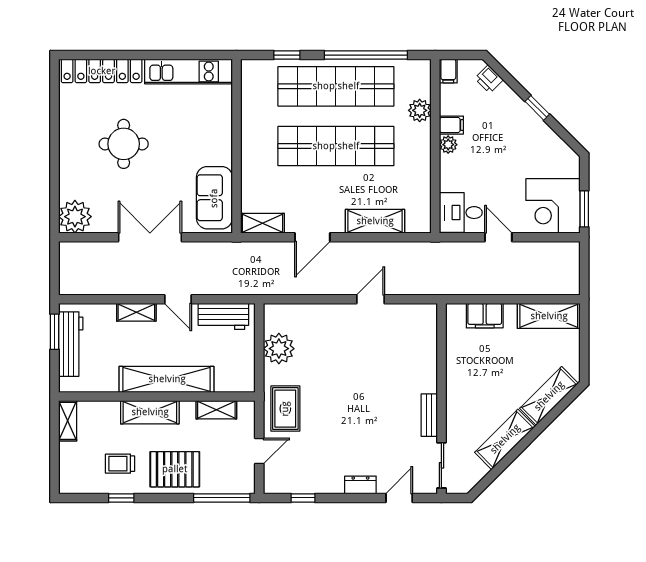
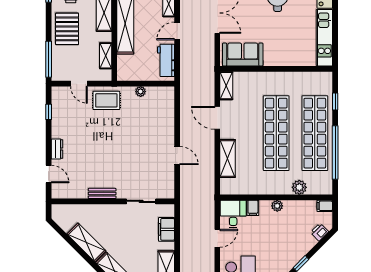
filing cabinet: (451, 125) -> (253, 208), moved
plant: (279, 349) -> (141, 92), width x0.53, depth x0.53
sliding door: (441, 465) -> (141, 201), moved

